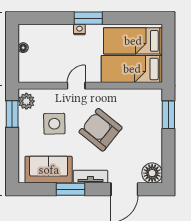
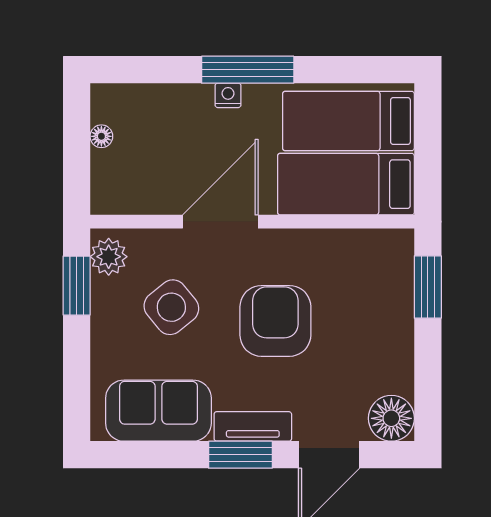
window: (88, 18) -> (248, 70), width x1.44
door: (76, 86) -> (220, 222), width x1.87
side table: (54, 124) -> (171, 307), turned -38
armchair: (101, 130) -> (275, 321), turned 51
window: (71, 189) -> (240, 455), moved

